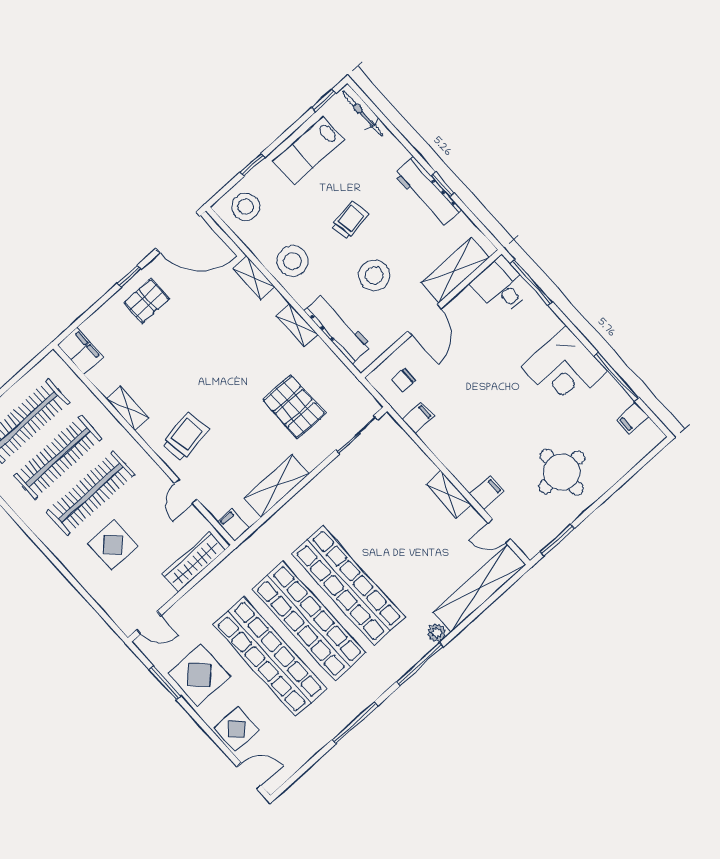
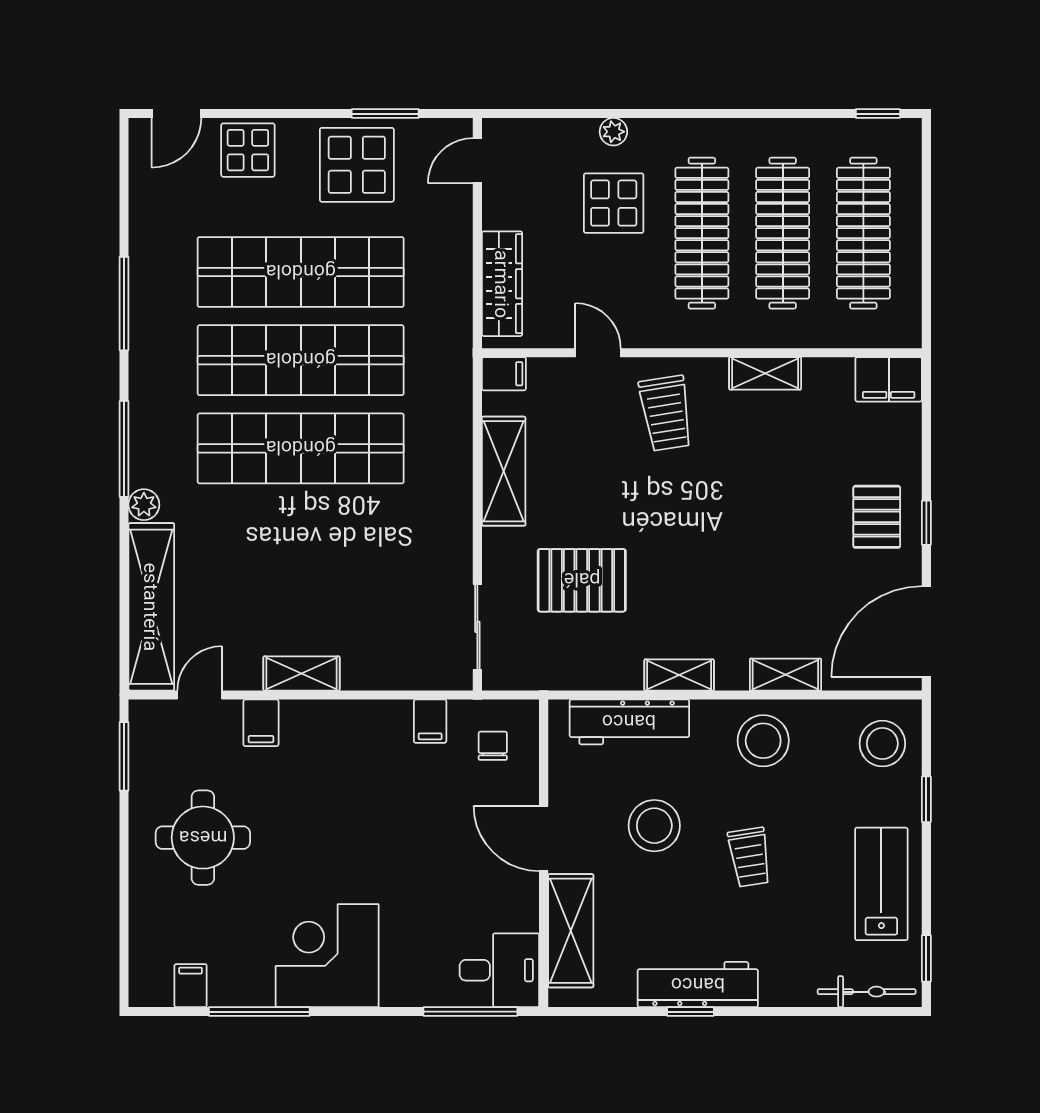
plant: (81, 574) -> (613, 132), added

